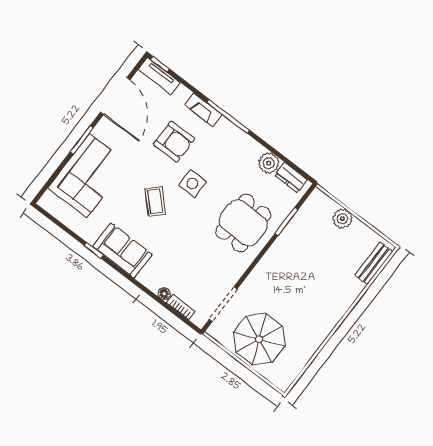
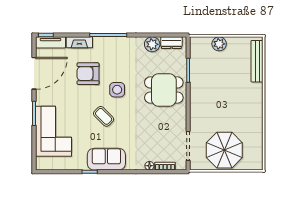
door: (115, 96) -> (34, 73), hinge flipped
fireplace: (203, 110) -> (79, 42), moved
armchair: (174, 142) -> (88, 74), turned 180
dining table: (243, 223) -> (164, 90), turned 90
bench: (374, 263) -> (257, 61), width x1.36

